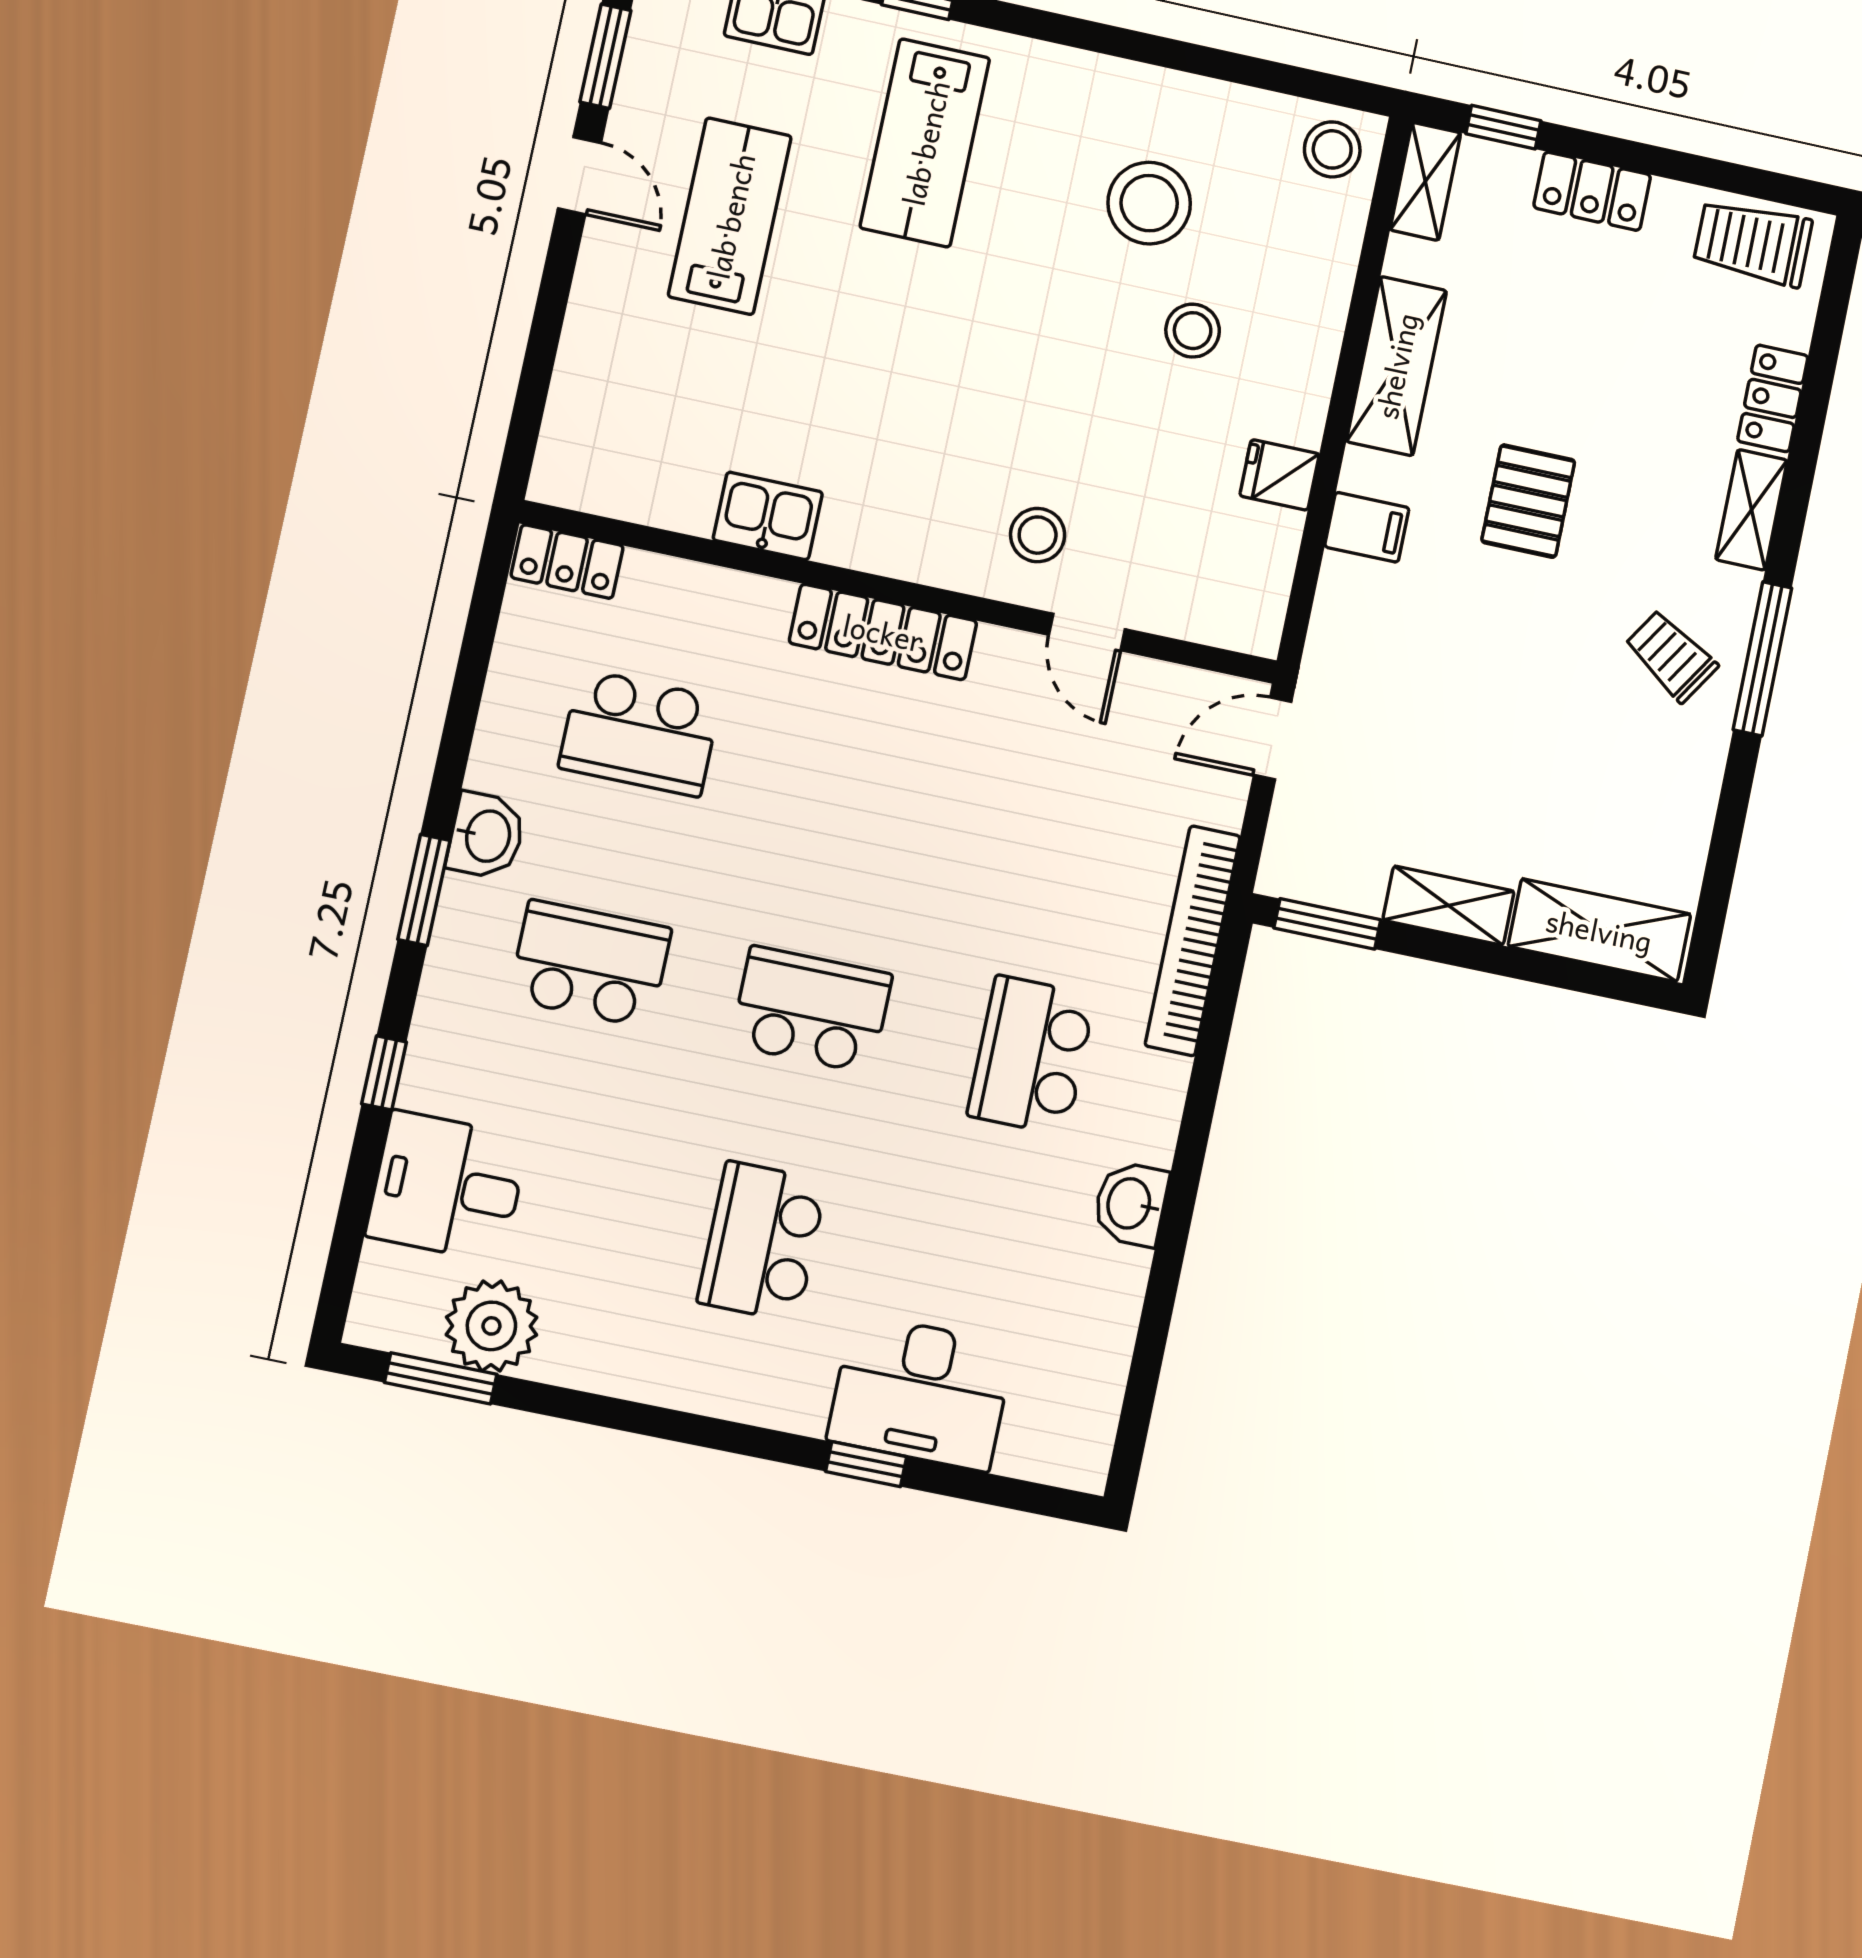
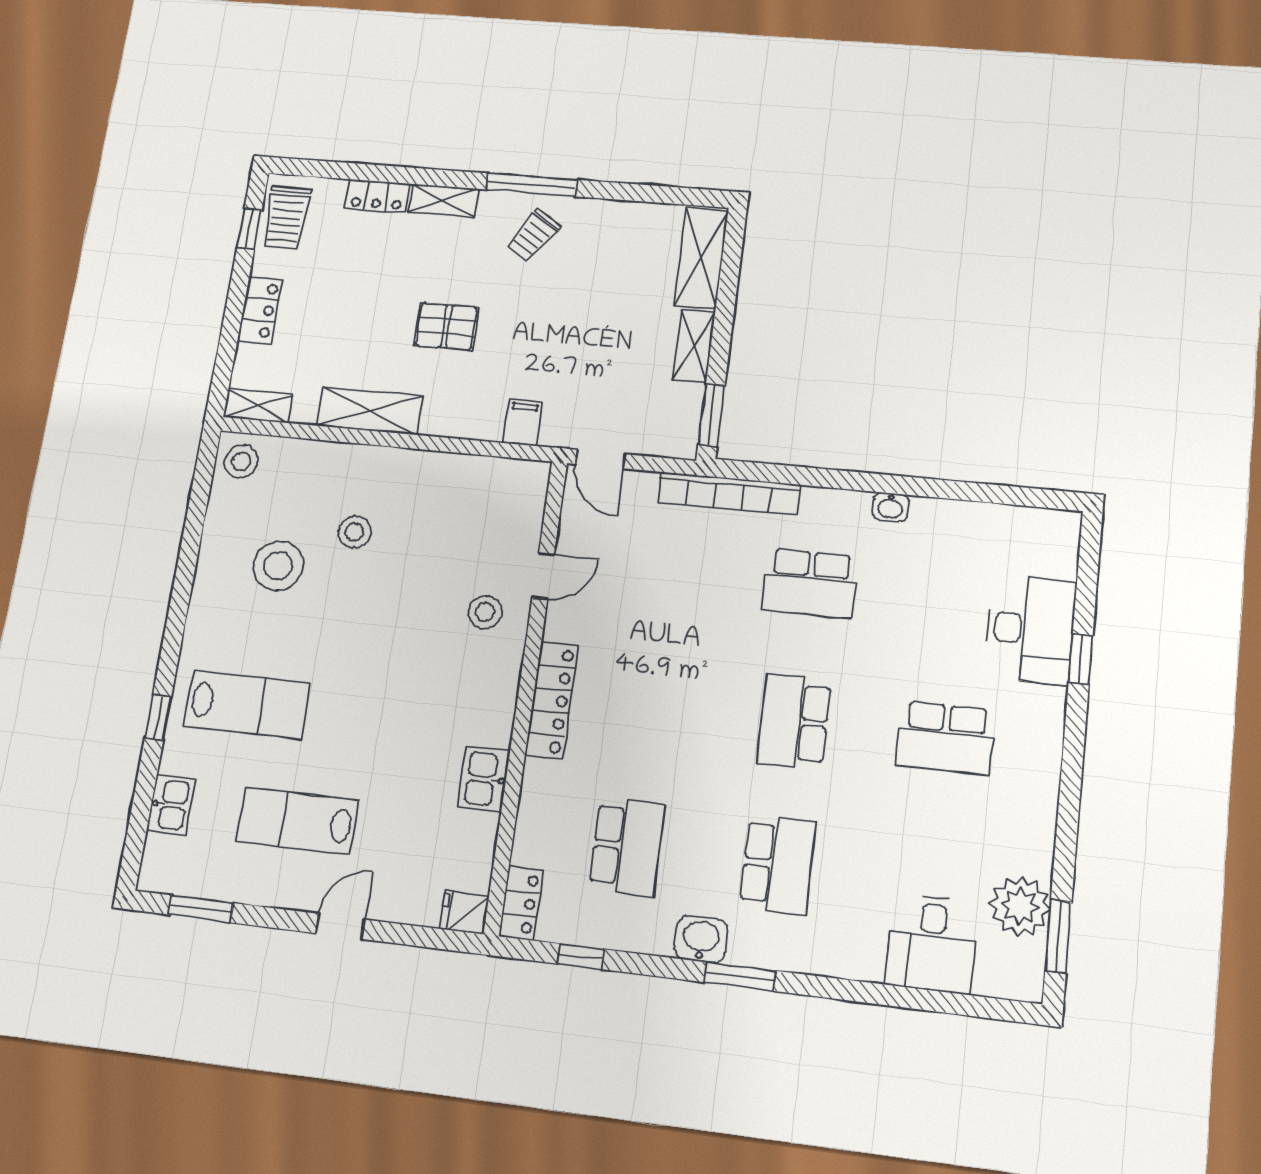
window: (1503, 127) -> (249, 229), moved
door: (579, 176) -> (340, 926), moved
fridge: (1279, 475) -> (464, 913), moved, turned 90
filing cabinet: (1367, 527) -> (523, 422), moved
school desk: (590, 964) -> (778, 864), turned 180
window: (384, 1073) -> (581, 957), moved
washbasin: (1131, 1204) -> (890, 507), width x0.72, depth x0.69

